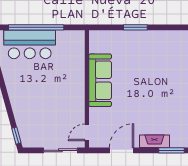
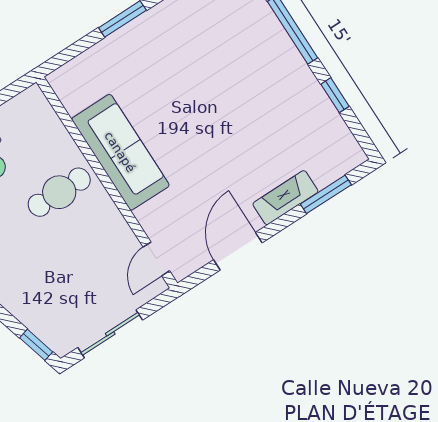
cafe table: (65, 80) -> (59, 192), added
sliding door: (60, 150) -> (110, 334), moved

